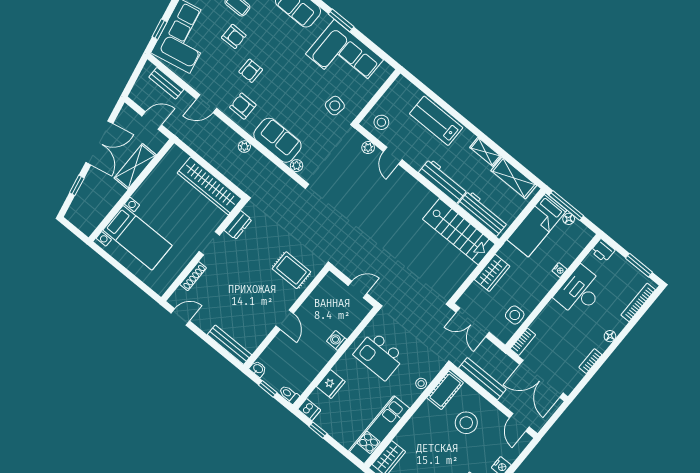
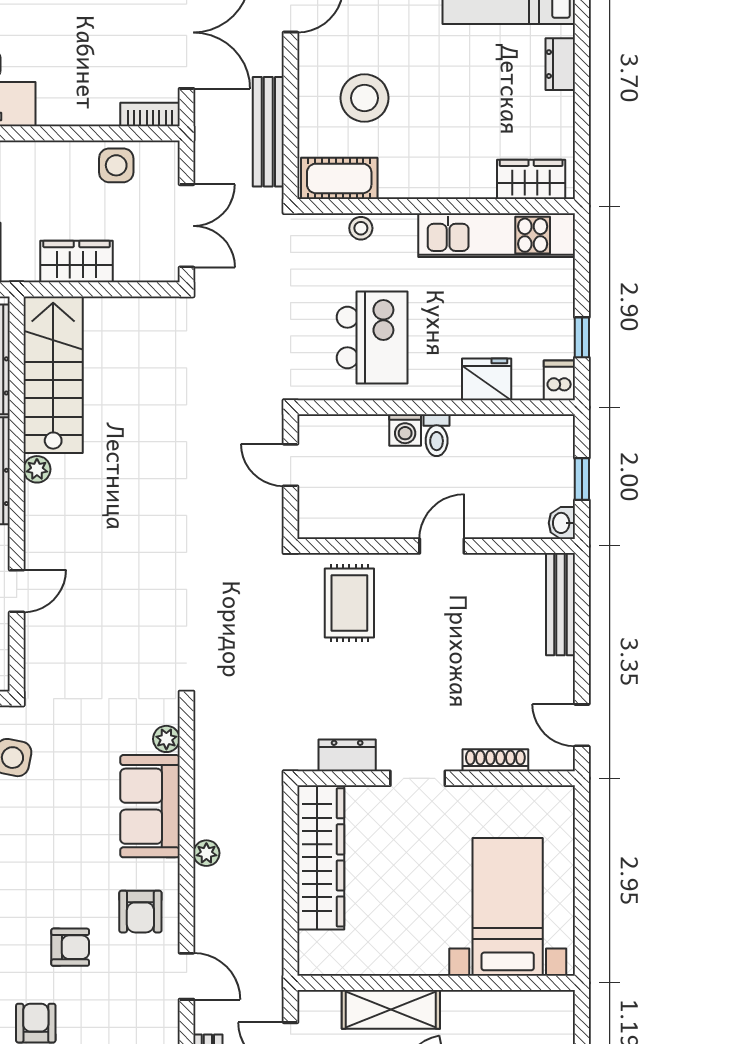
plant: (368, 148) -> (37, 469), moved
toilet: (289, 395) -> (437, 435), moved

